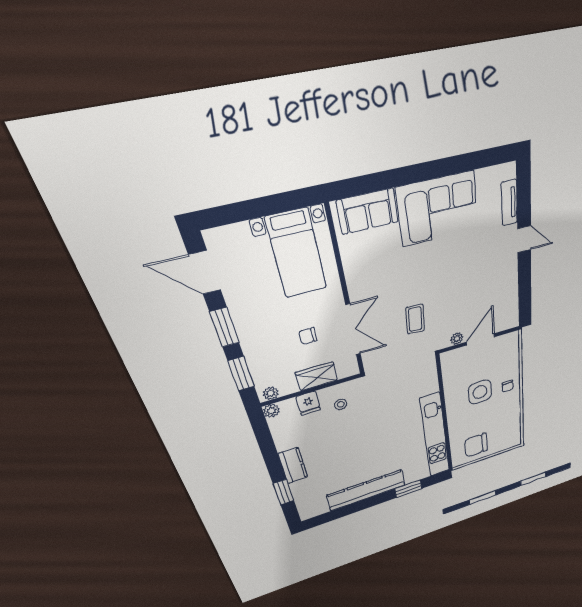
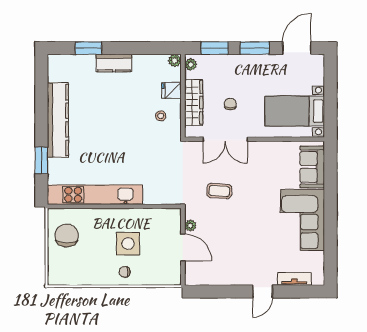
wardrobe: (317, 376) -> (194, 102), width x1.50

